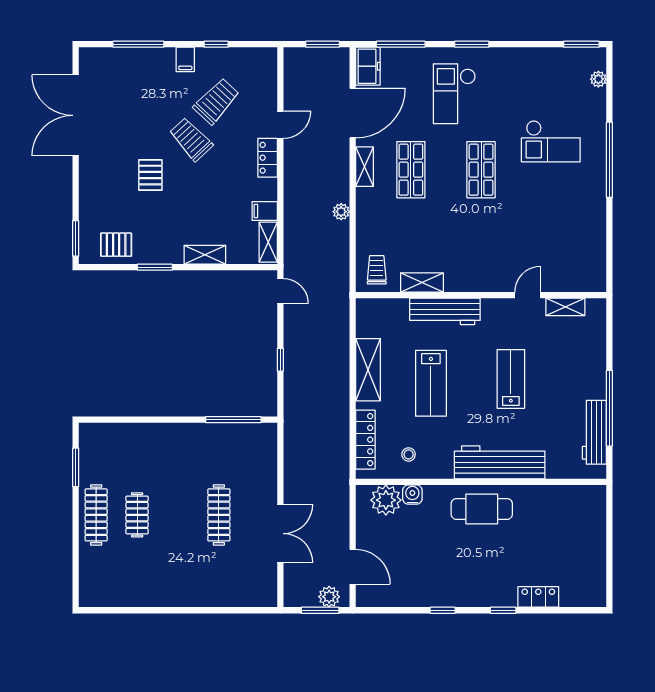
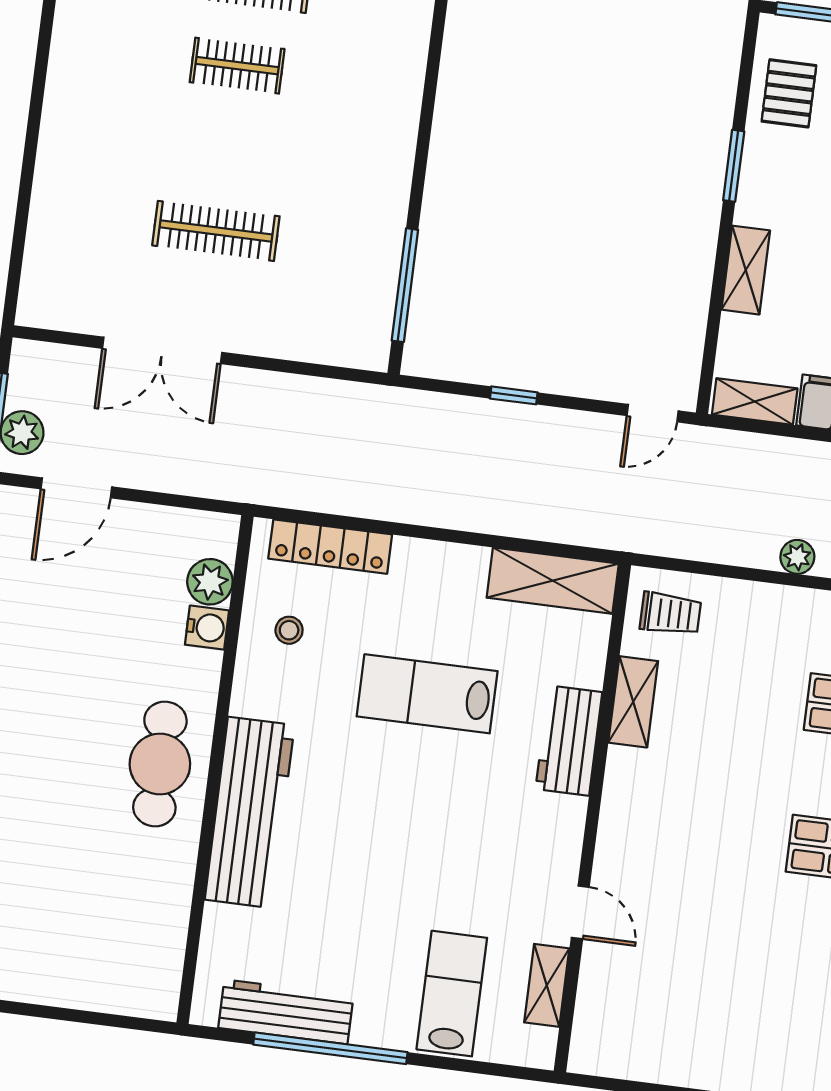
workbench: (445, 311) -> (569, 741), width x0.73
shelving: (368, 370) -> (553, 581), moved
lab bench: (511, 379) -> (452, 994), moved, turned -90
plant: (386, 500) -> (210, 582), width x0.73, depth x0.73

